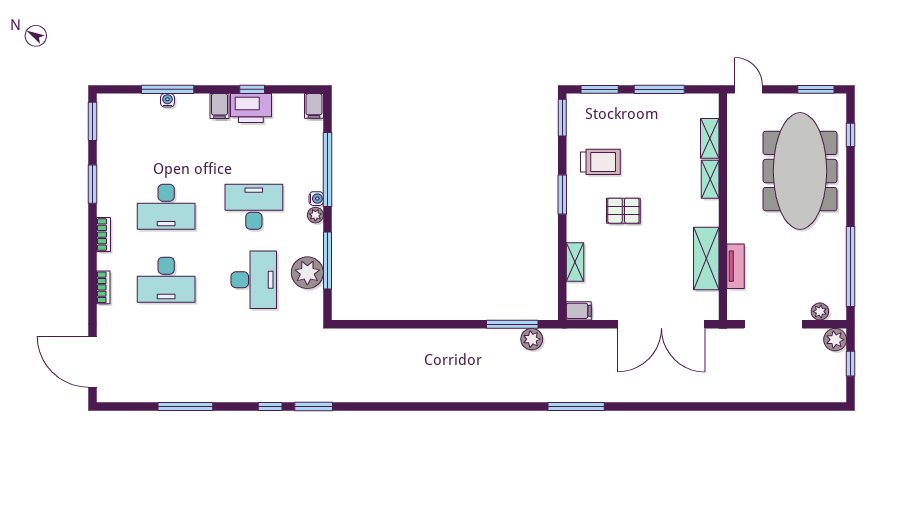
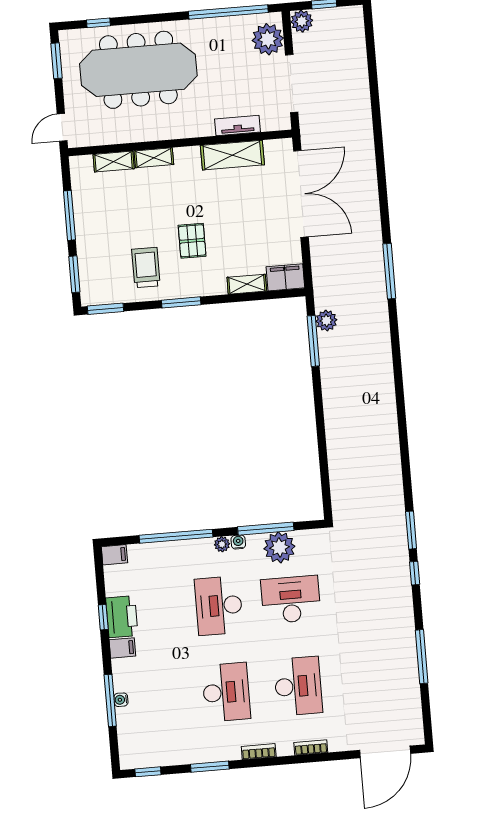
window: (93, 121) -> (148, 772), width x0.67
water cooler: (316, 199) -> (238, 542), moved
filing cabinet: (579, 311) -> (285, 277), width x2.00
plant: (820, 311) -> (268, 39), width x1.88, depth x1.88

